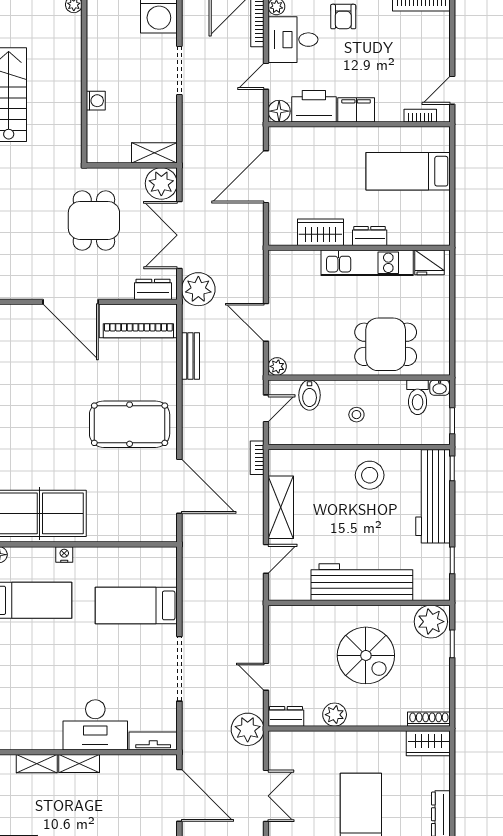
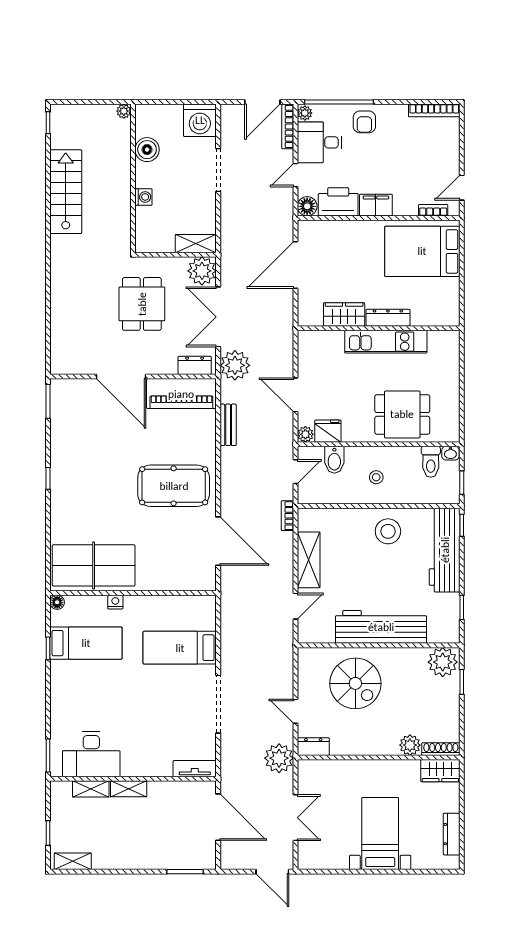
boiler: (100, 48) -> (147, 150), added
bed: (408, 171) -> (422, 251), width x1.50
dresser: (370, 236) -> (388, 318), width x1.44
fridge: (429, 262) -> (328, 431), moved, turned 180
spiral stairs: (366, 655) -> (355, 683), moved
plant: (335, 715) -> (410, 745), moved
desk: (95, 725) -> (91, 754), moved

